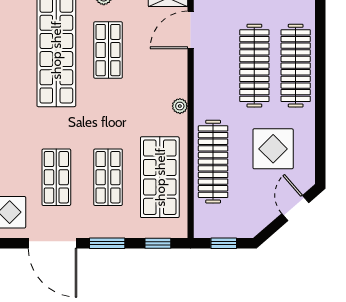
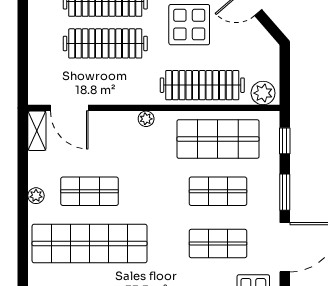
plant: (205, 222) -> (263, 93), added
window: (224, 243) -> (285, 74), removed

